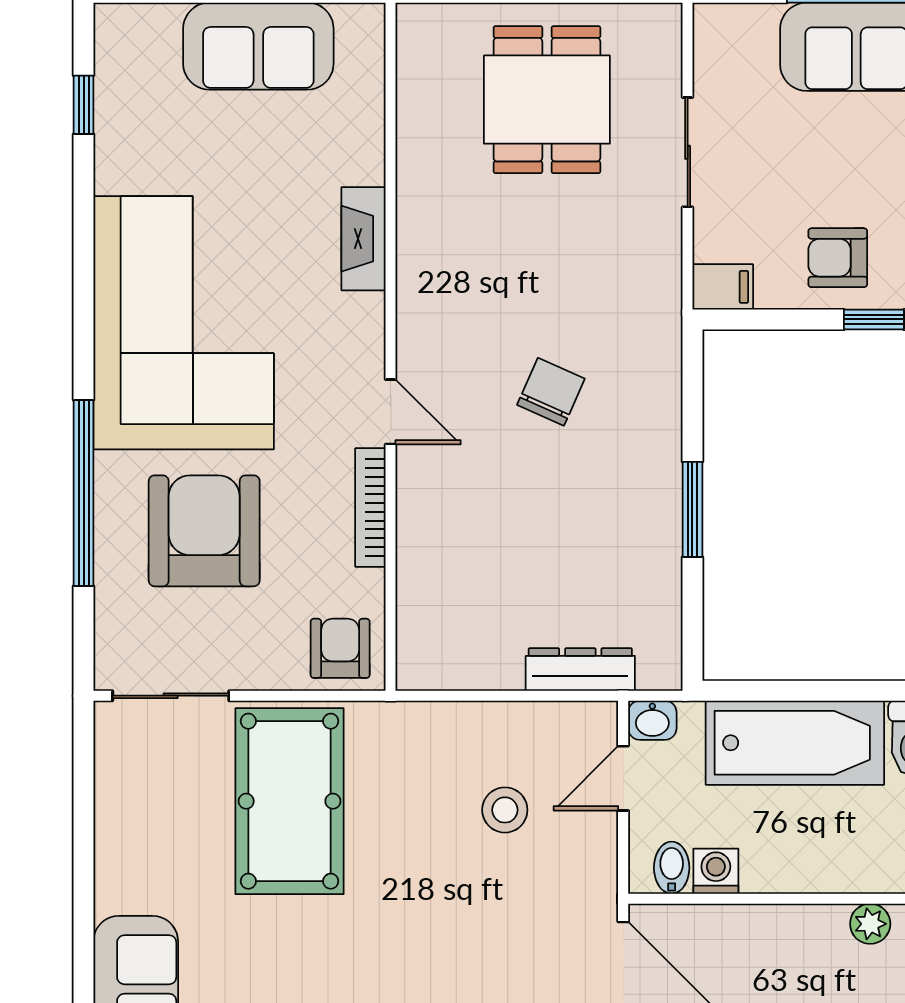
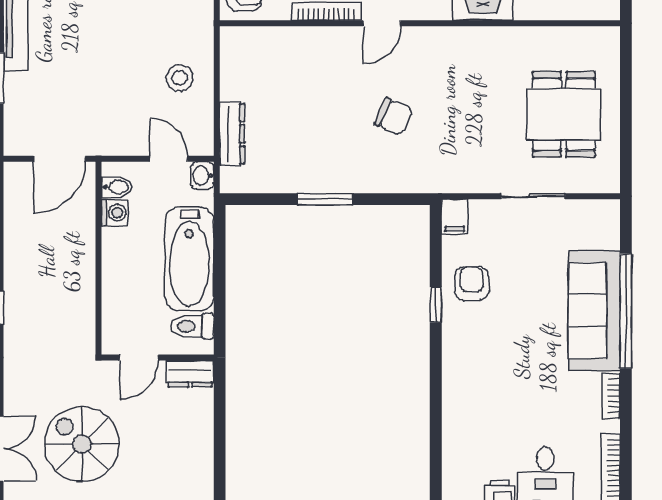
dining table: (547, 100) -> (564, 114), turned 90
stool: (505, 810) -> (180, 78), moved
plant: (870, 924) -> (84, 302), removed

